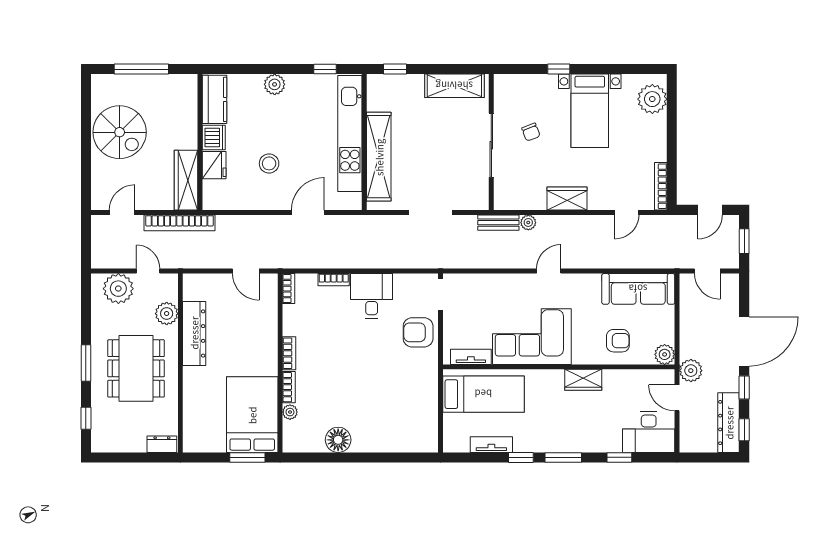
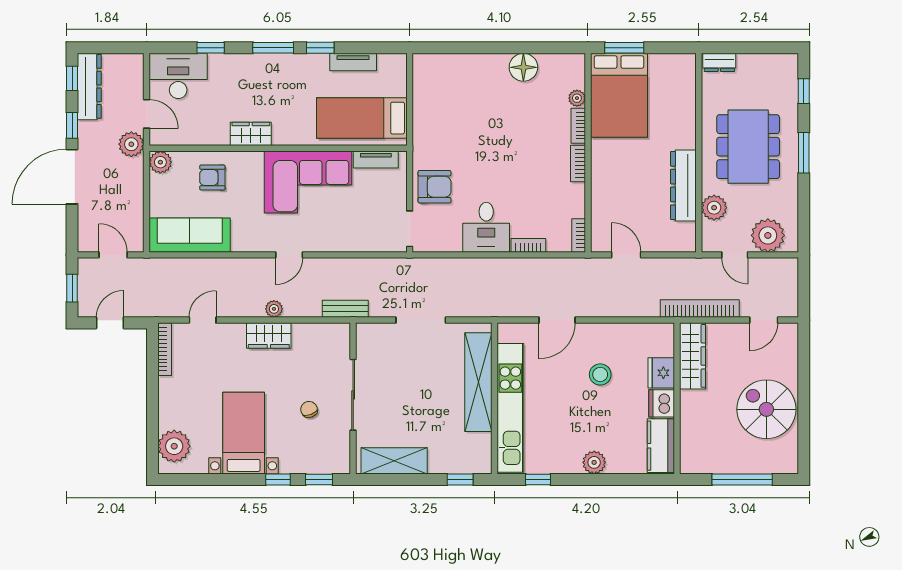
window: (522, 69) -> (319, 479), added
plant: (528, 222) -> (274, 309), moved

